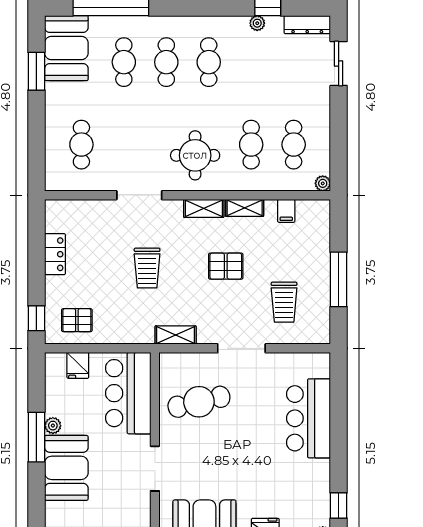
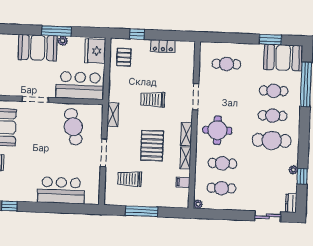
dresser: (307, 25) -> (291, 203), width x0.70
cafe table: (209, 62) -> (272, 140), width x1.37, depth x1.35
pallet: (226, 266) -> (152, 146), width x1.50, depth x1.42
window: (36, 318) -> (137, 34), moved
fridge: (78, 365) -> (95, 51), width x1.88, depth x1.34

